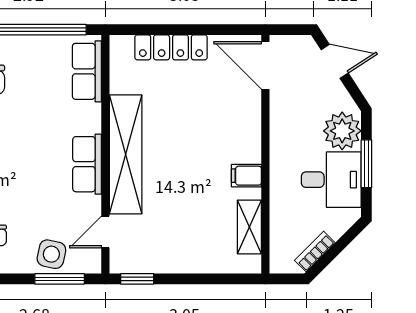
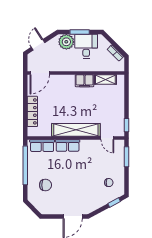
row of seats: (87, 164) -> (68, 146), moved
filing cabinet: (246, 176) -> (85, 81), width x2.00
side table: (51, 254) -> (116, 160), removed

